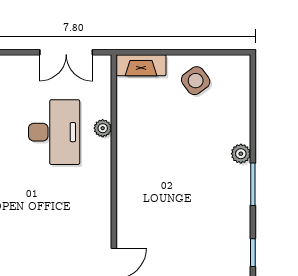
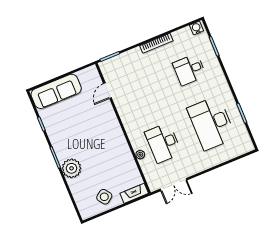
double door: (66, 52) -> (173, 185), swing flipped
plant: (241, 154) -> (72, 168), width x1.87, depth x1.87

